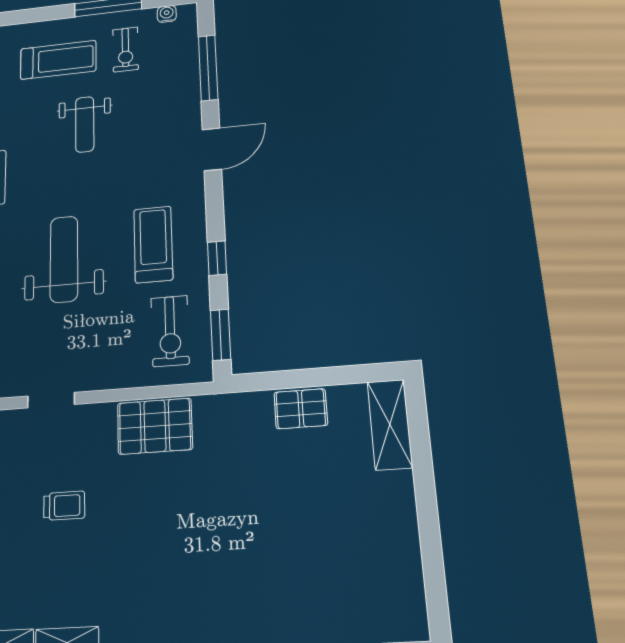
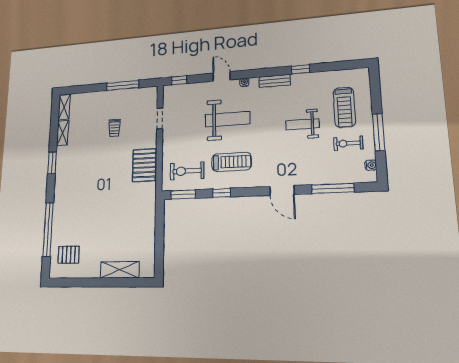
pallet: (301, 409) -> (69, 255), moved, turned 90
shelving: (390, 425) -> (120, 270), moved

